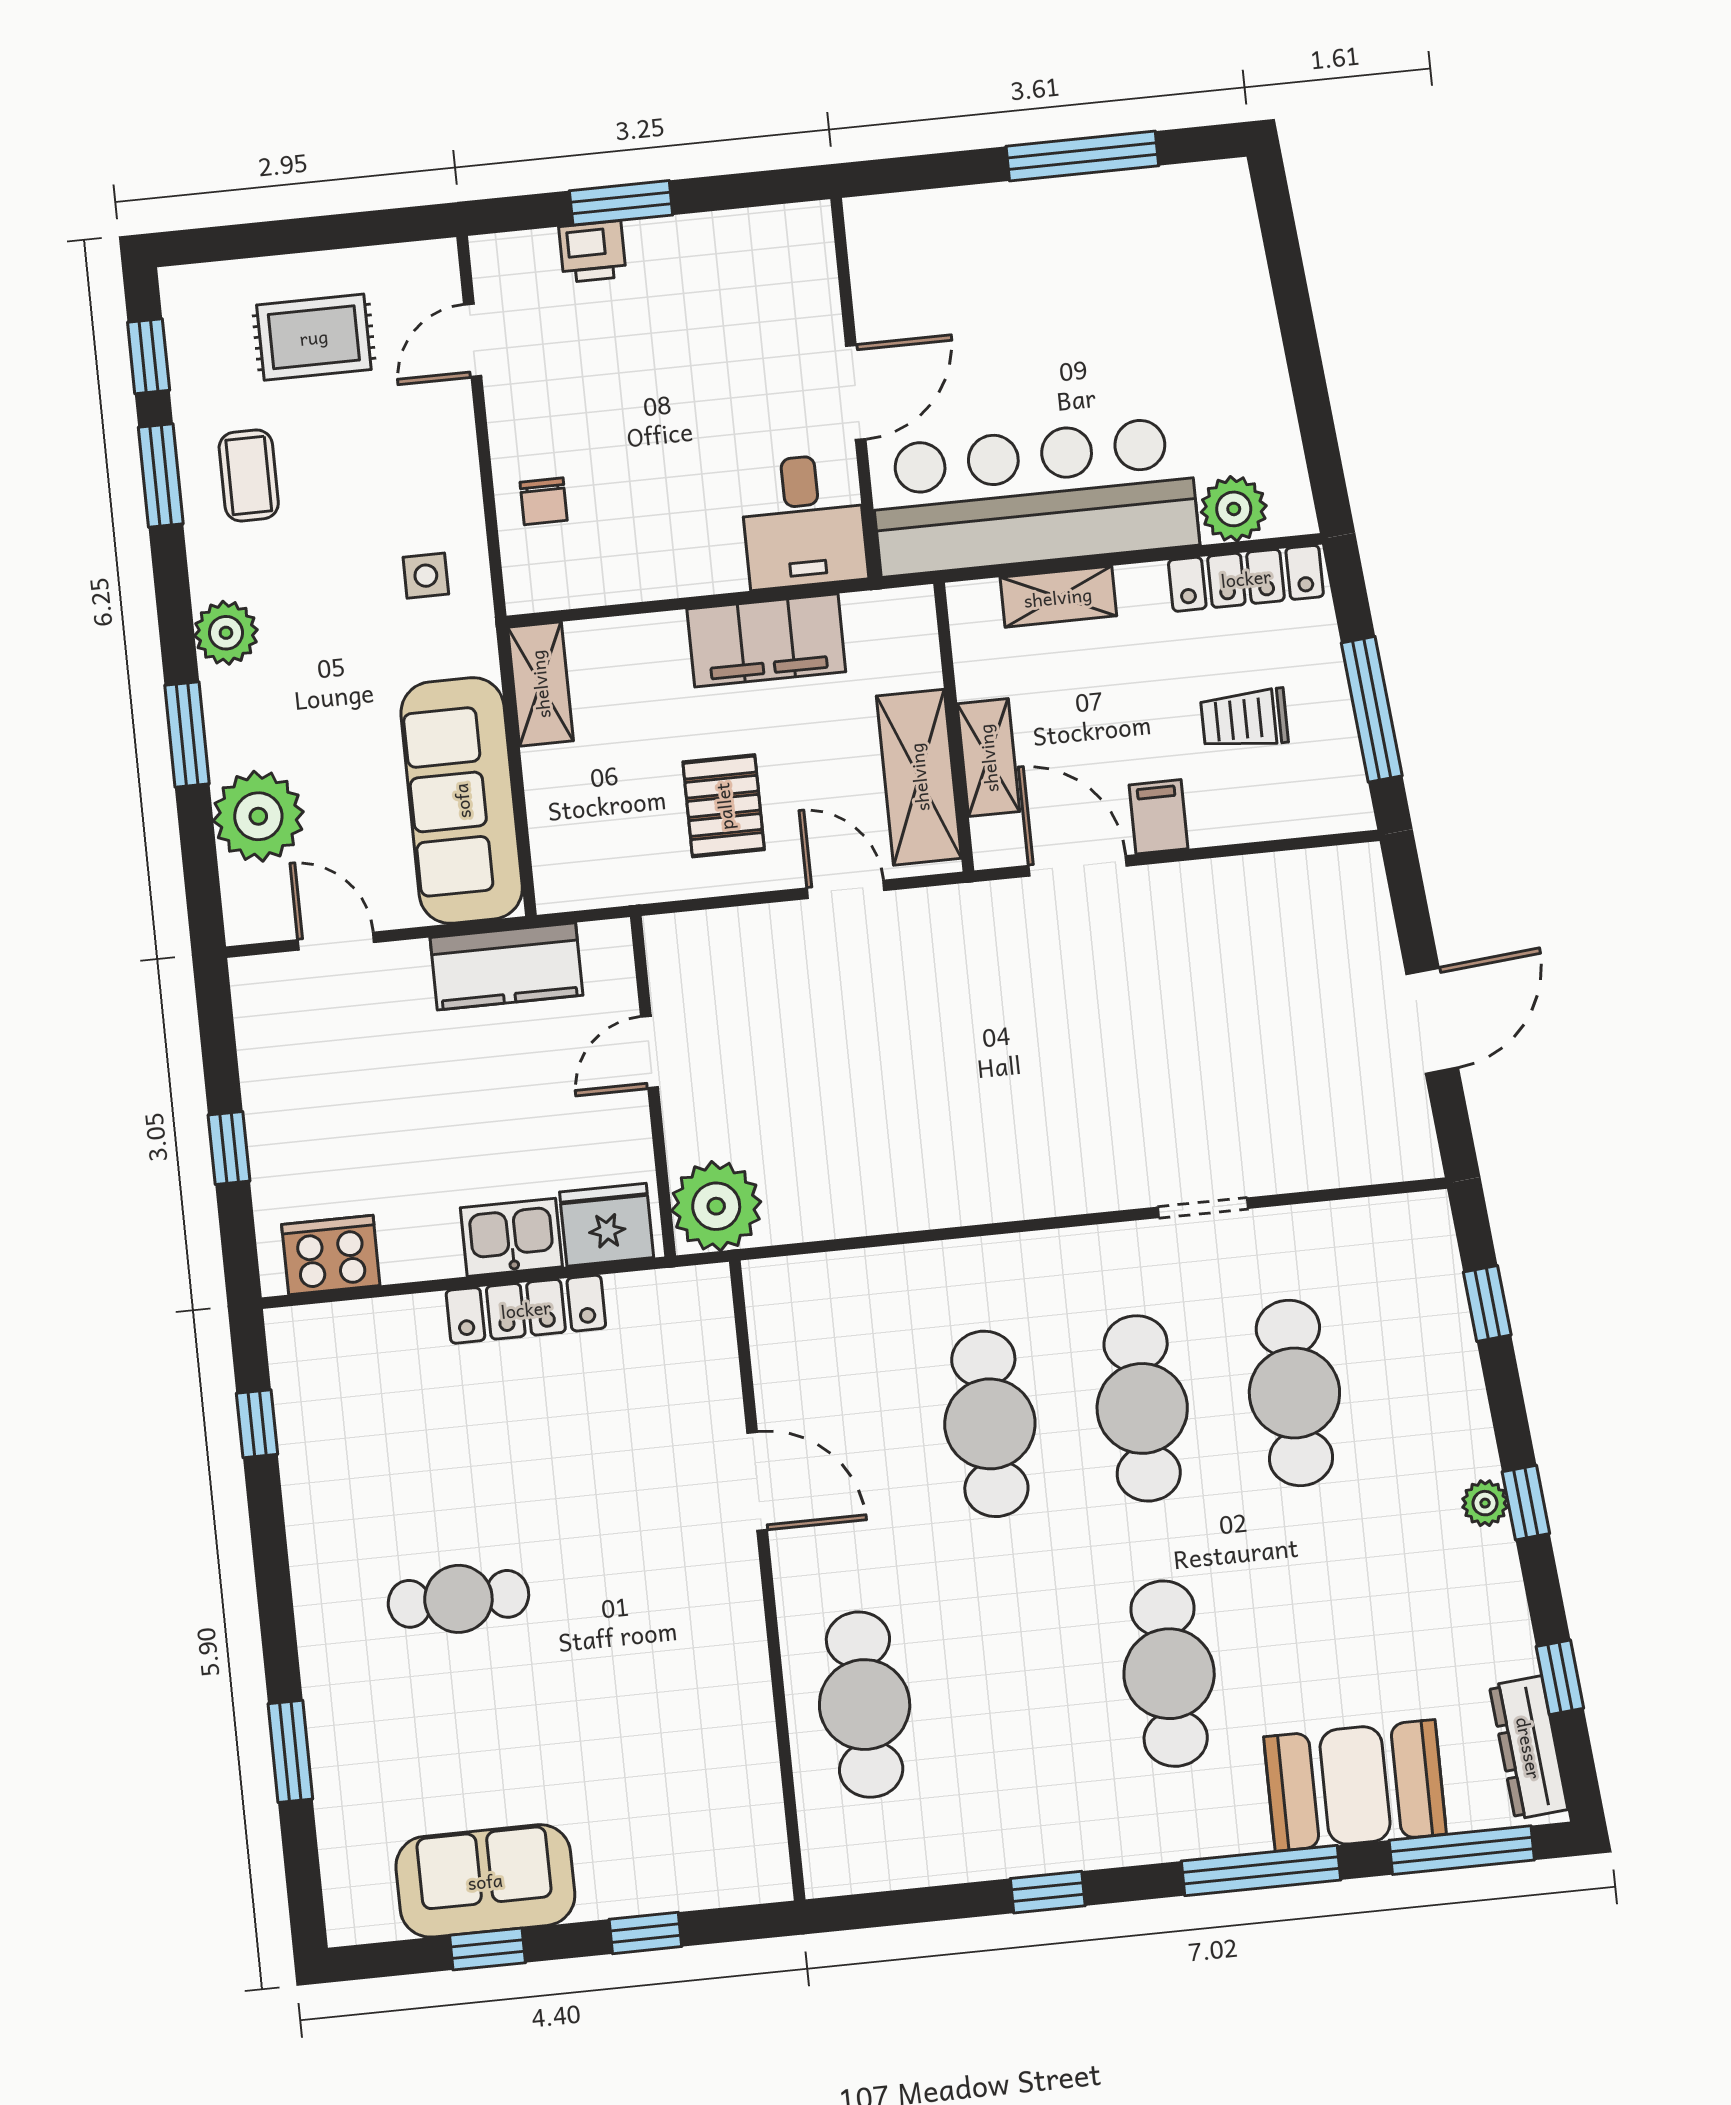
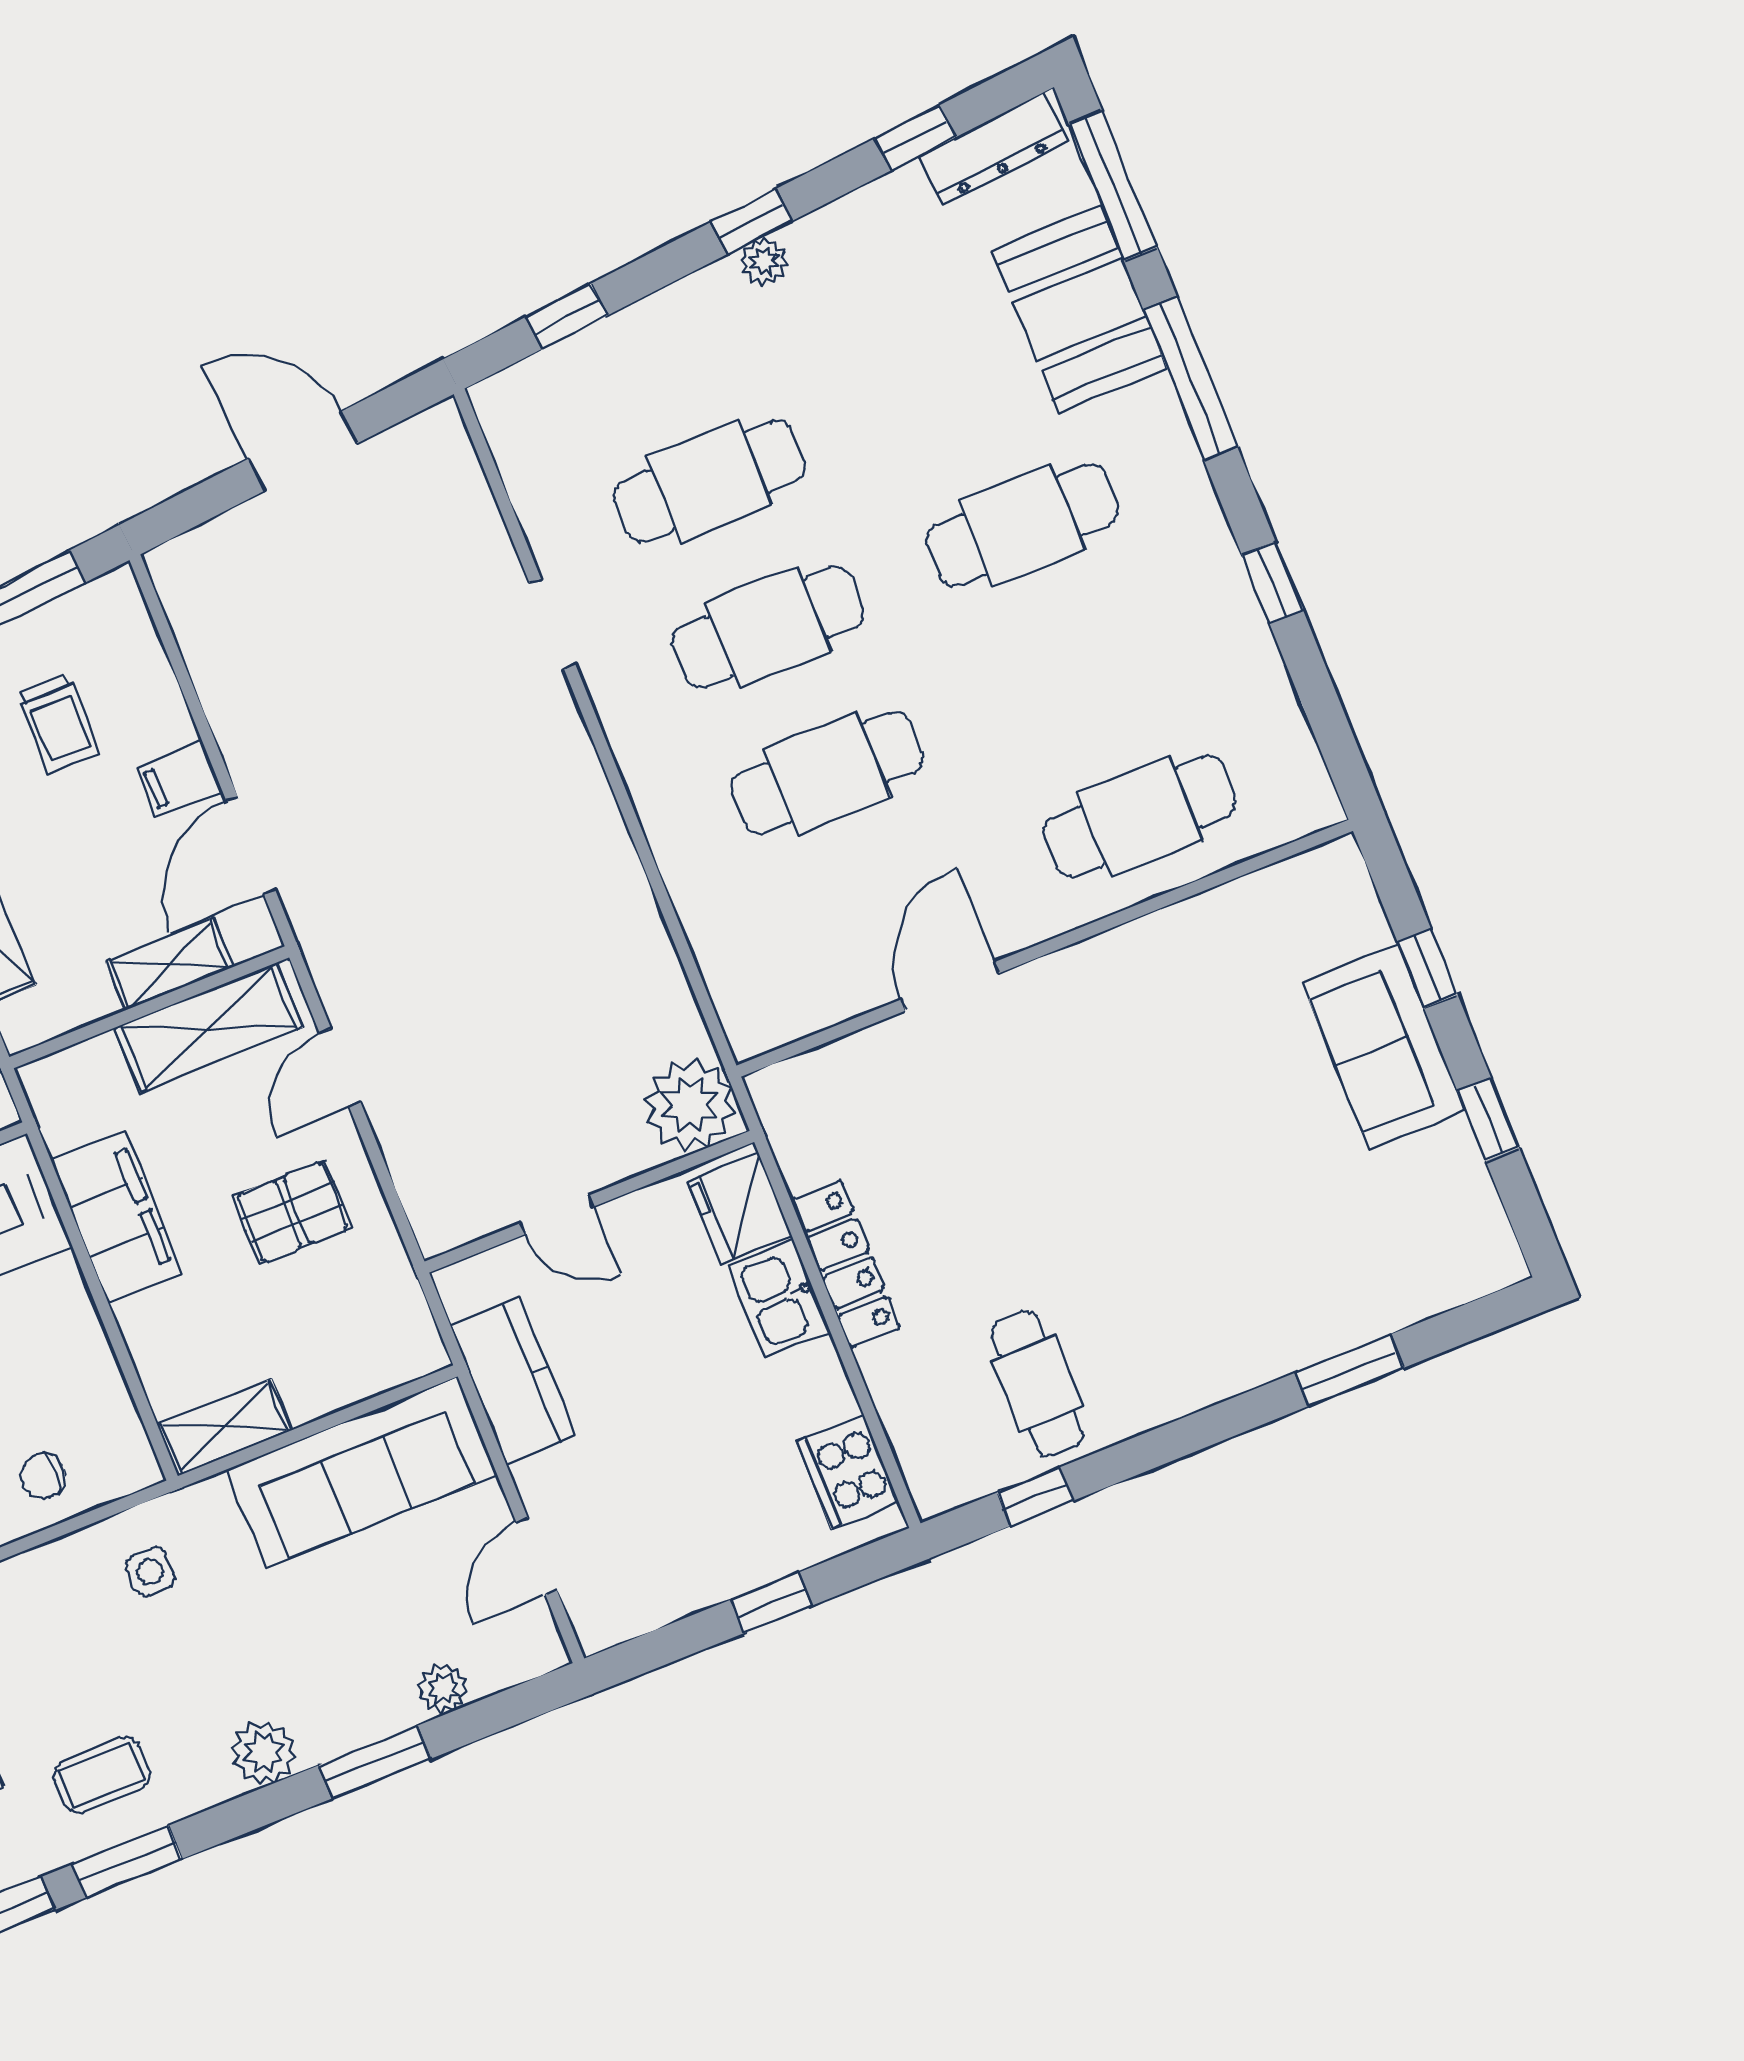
chair: (544, 501) -> (43, 1476), turned 180
plant: (258, 816) -> (443, 1688), width x0.53, depth x0.53
cafe table: (458, 1599) -> (1037, 1384), moved
sofa: (485, 1881) -> (1384, 1047), moved

